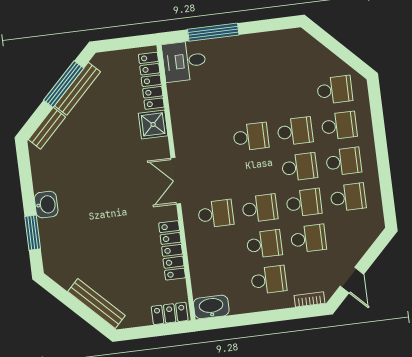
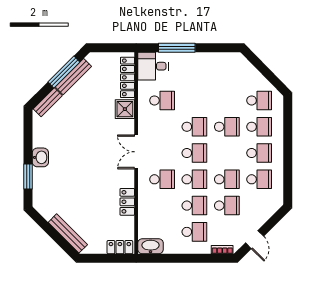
school desk: (202, 106) -> (162, 100), added
school desk: (299, 167) -> (194, 153), moved
locker: (172, 250) -> (127, 202), width x0.66

